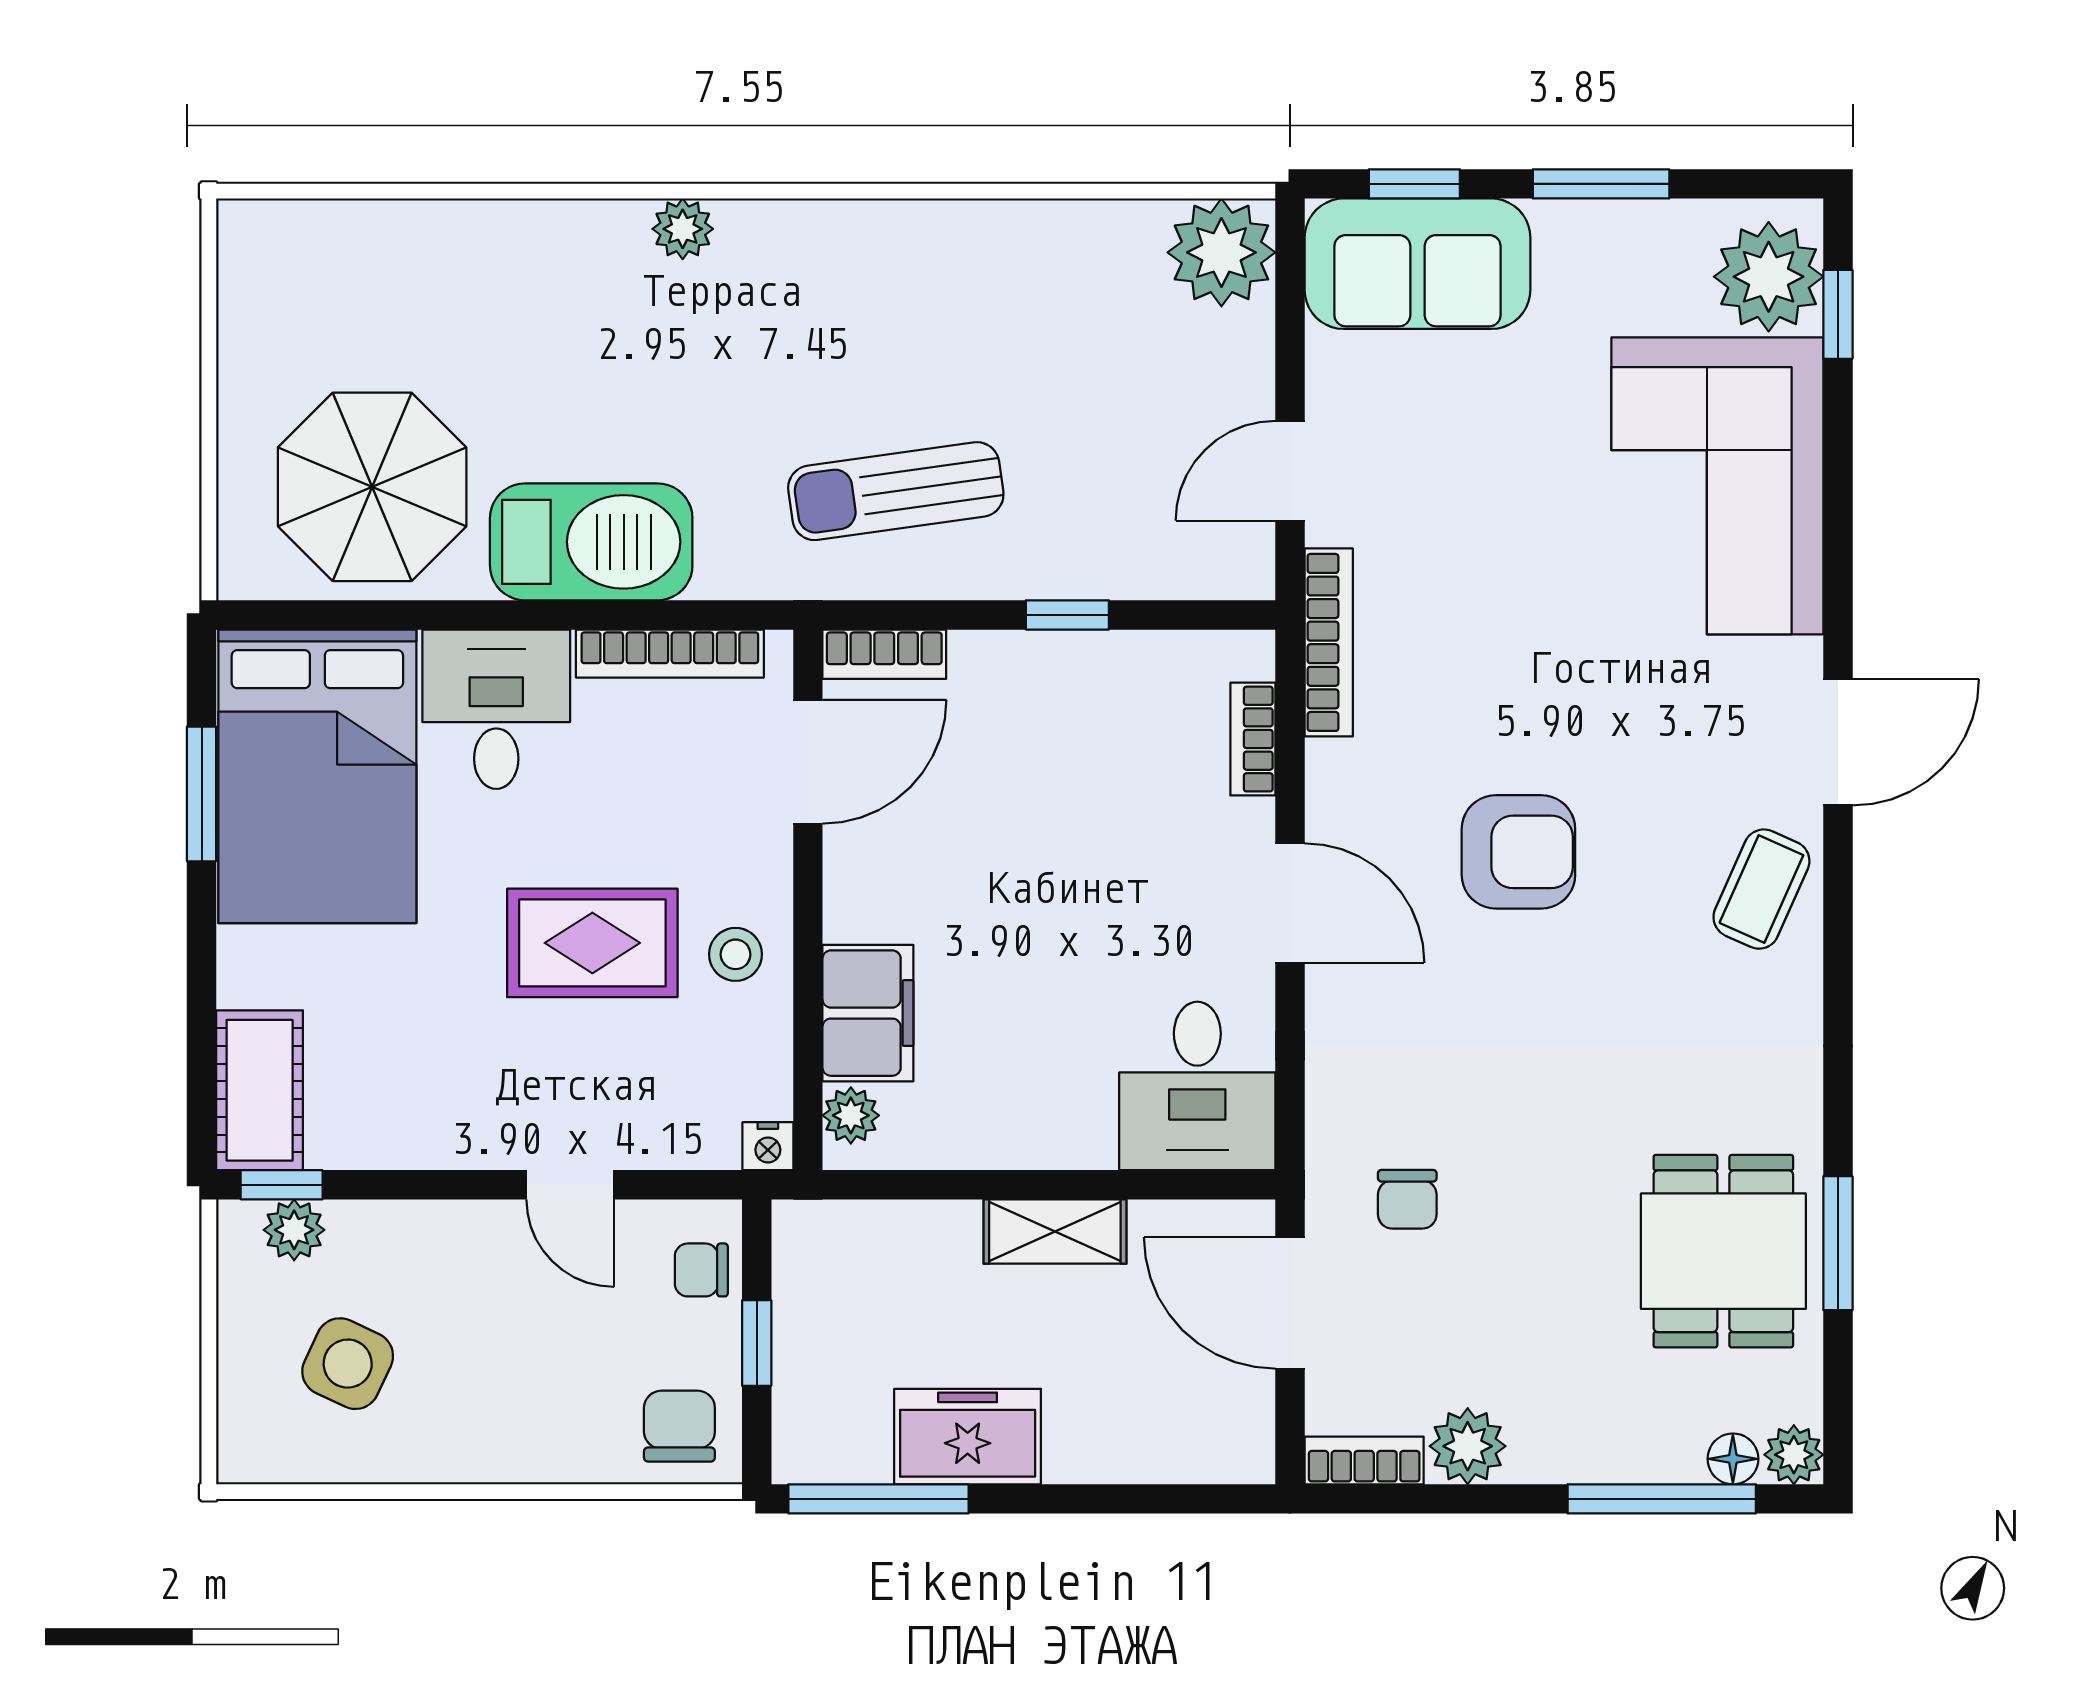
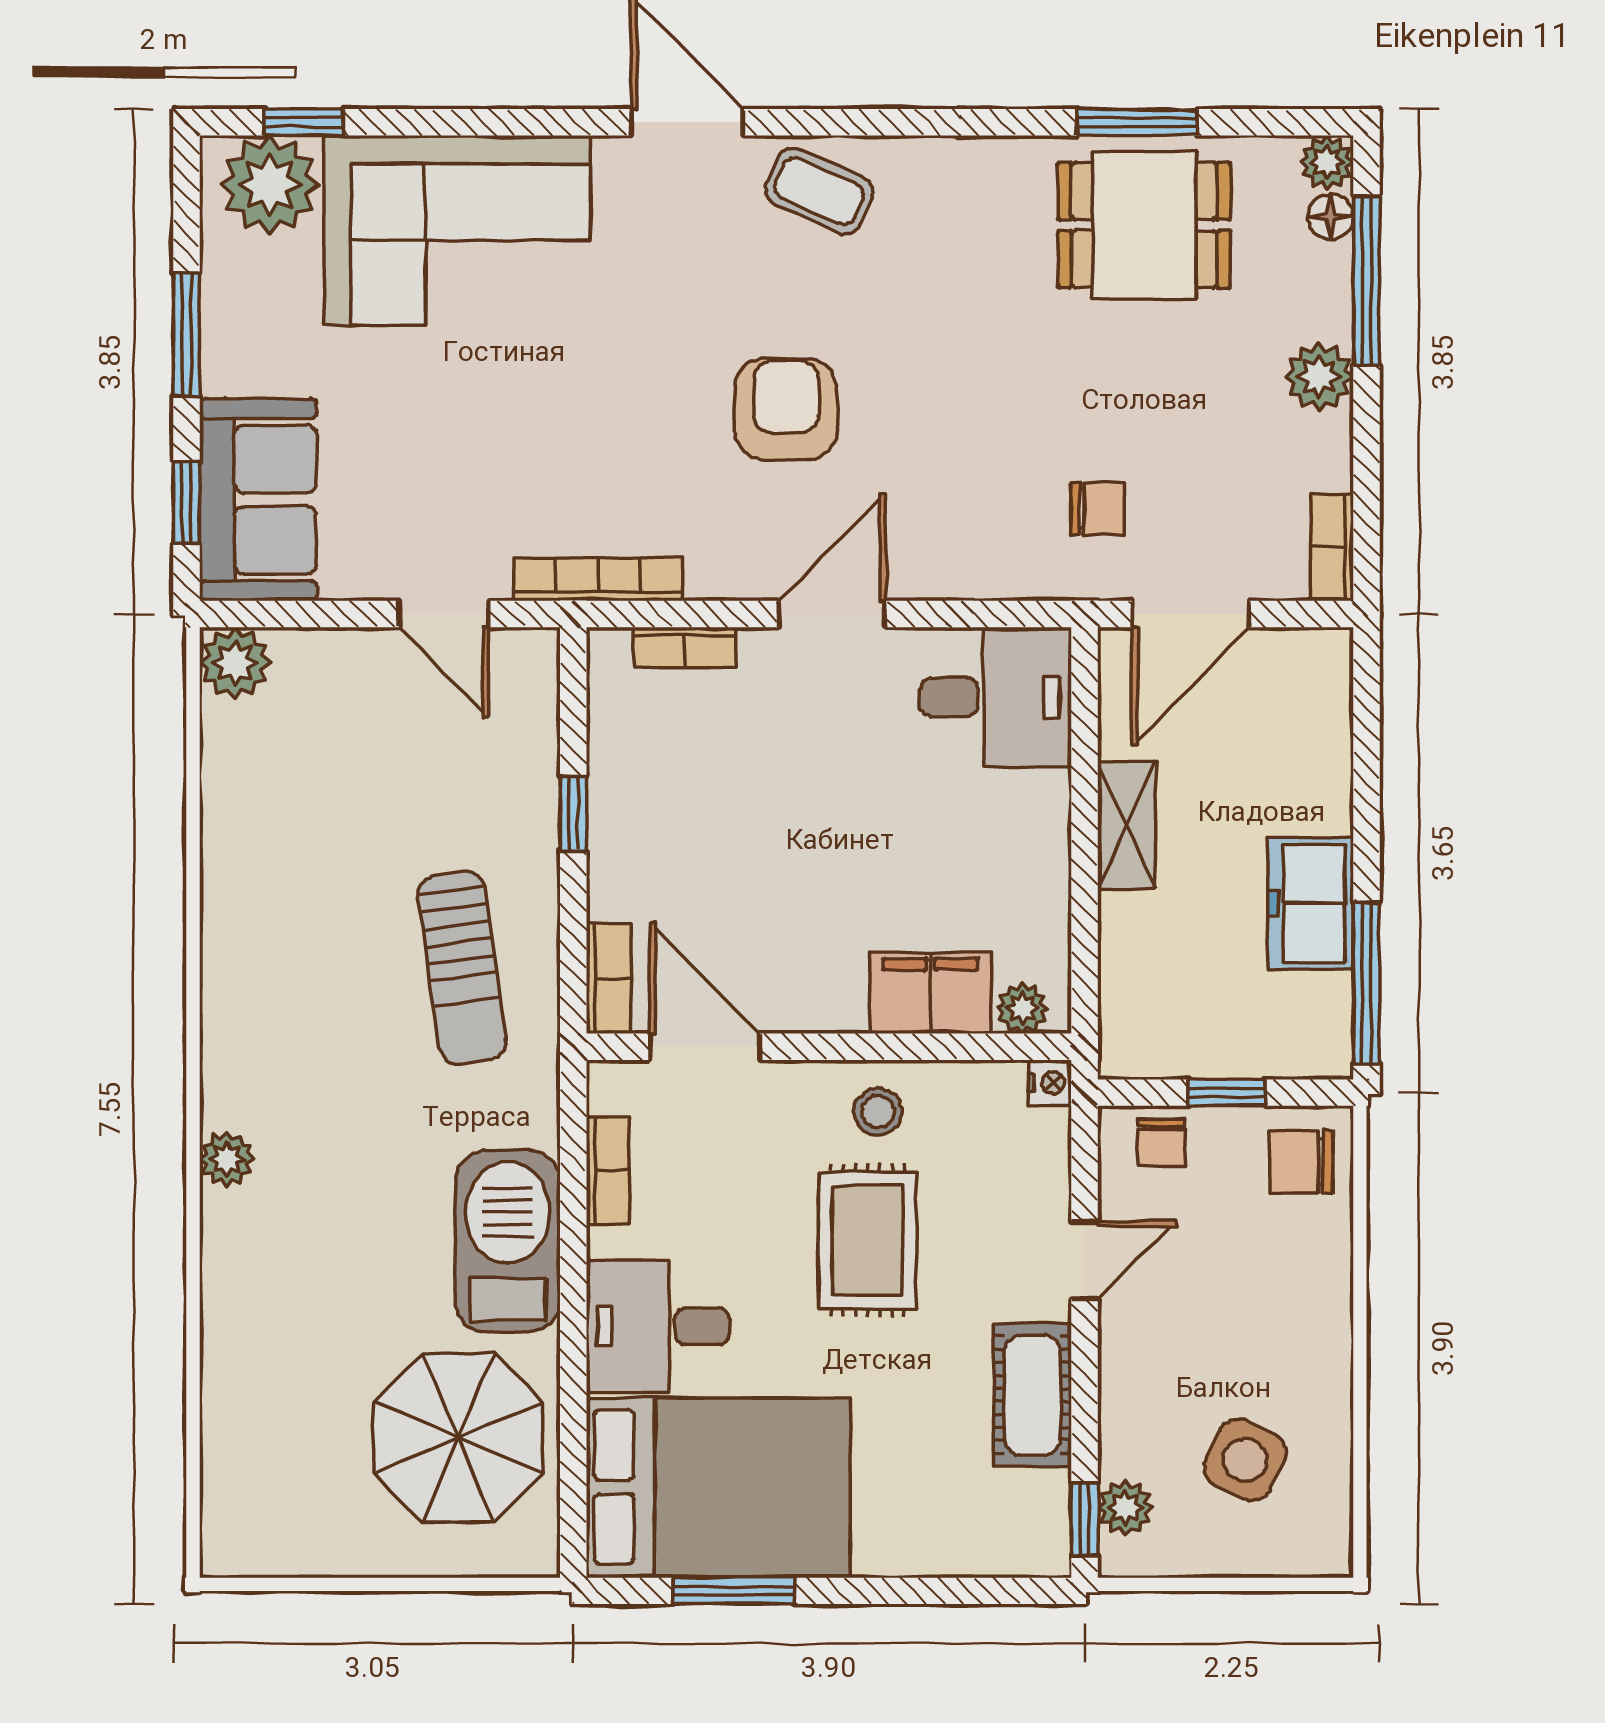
plant: (1221, 252) -> (235, 663), width x0.73, depth x0.73
bookcase: (670, 654) -> (608, 1171), width x0.64
cot: (260, 1090) -> (1032, 1395), moved, turned 90
plant: (1468, 1446) -> (1319, 377), moved

